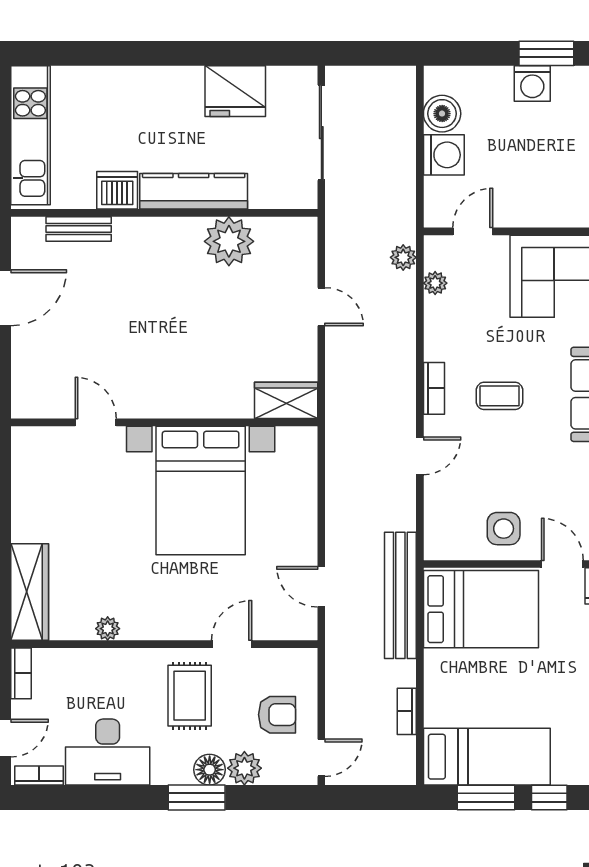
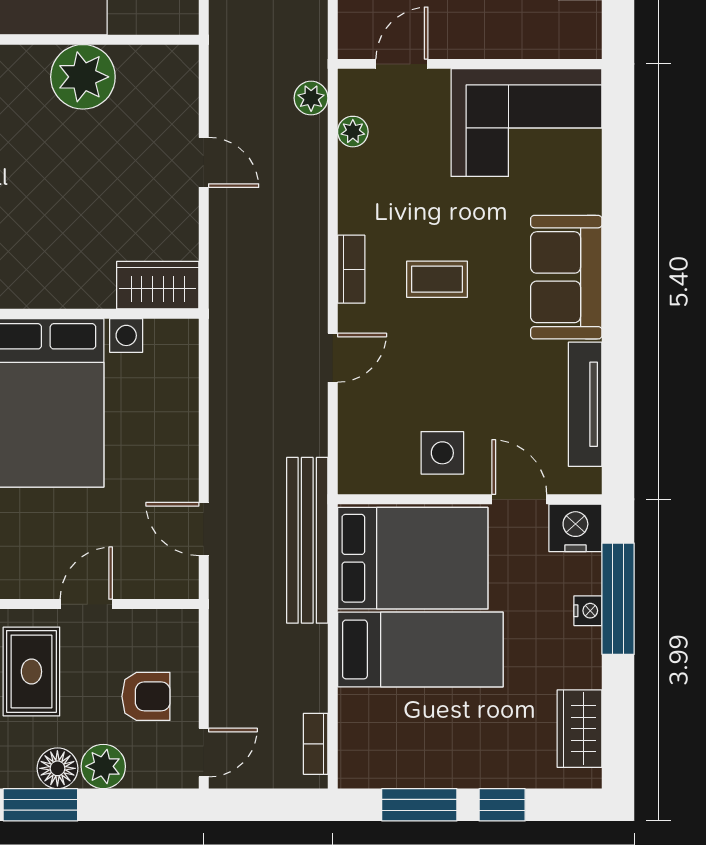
bookcase: (407, 711) -> (316, 744), moved
bed: (487, 757) -> (420, 649), moved

